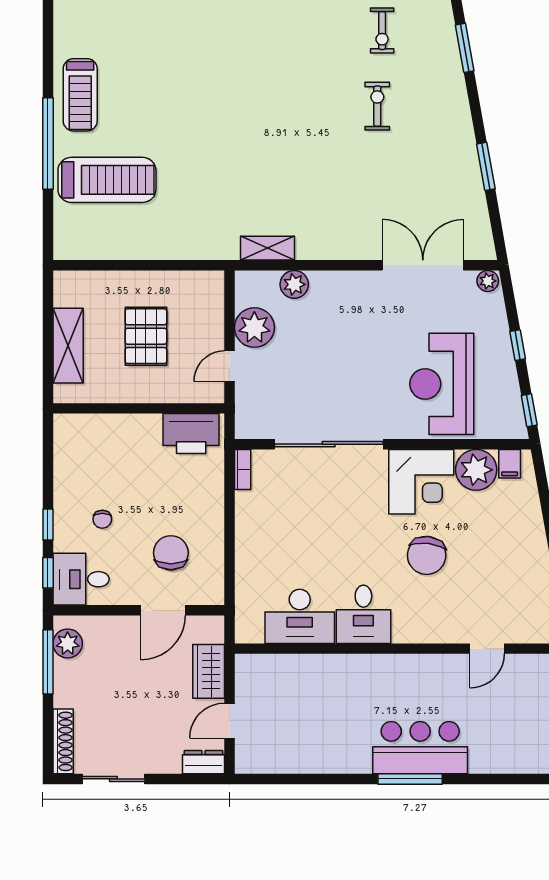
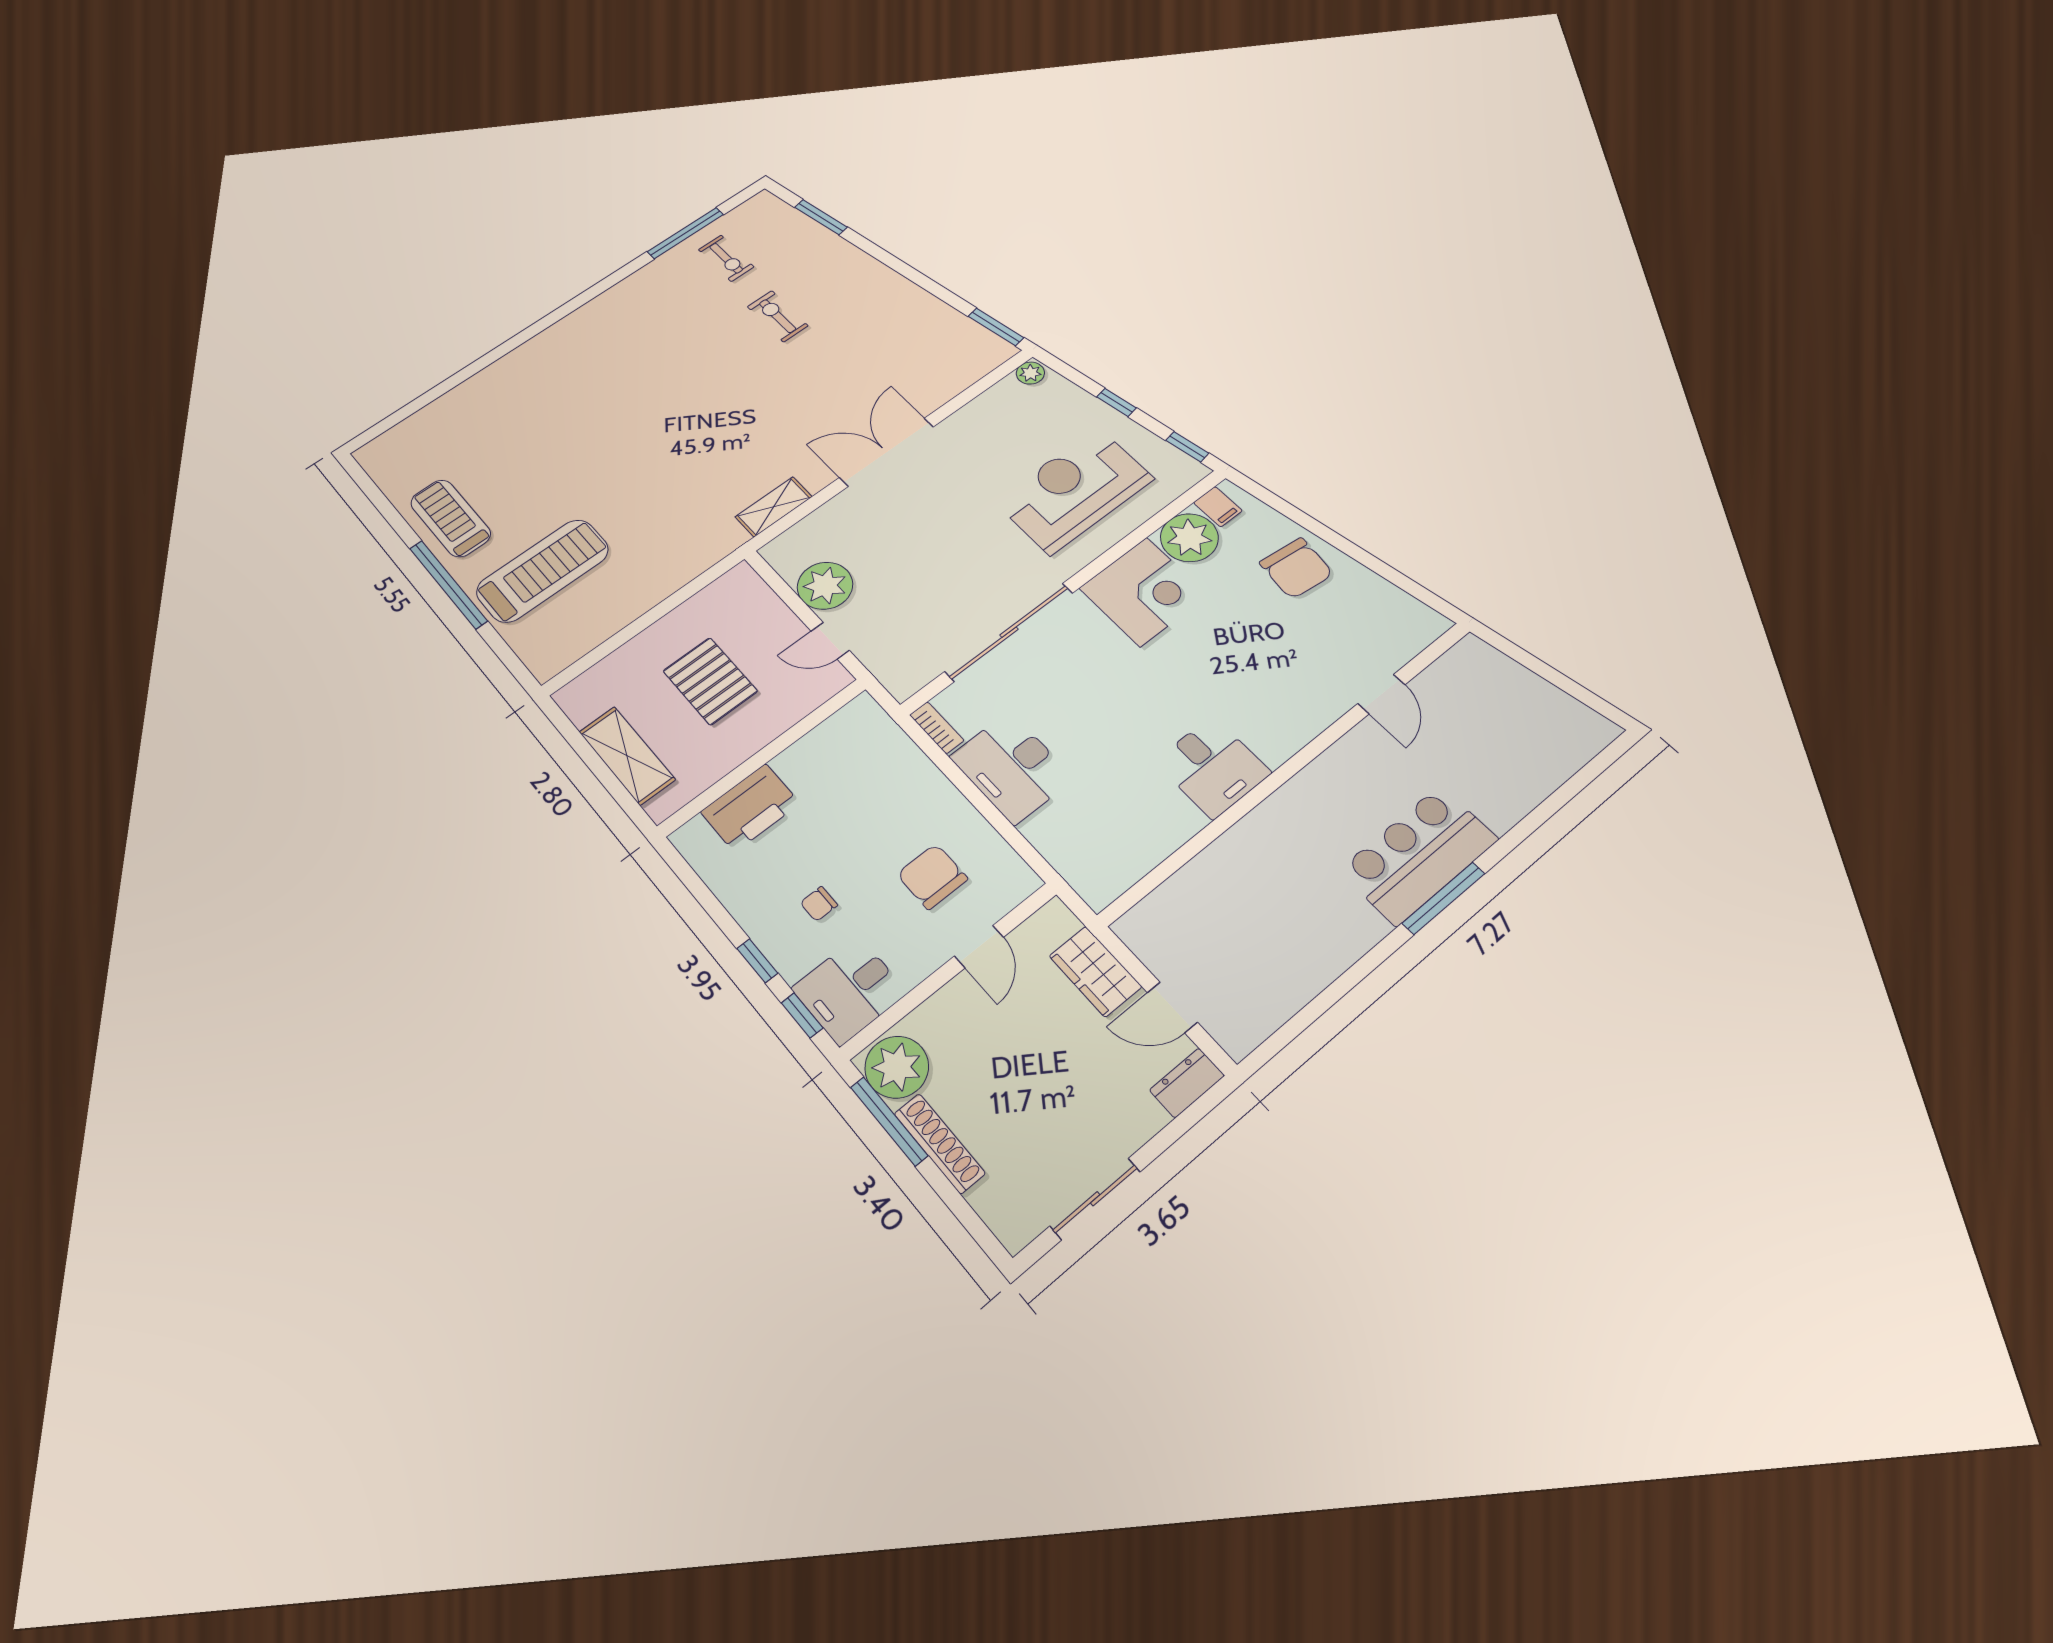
treadmill: (80, 95) -> (451, 518), turned 180
window: (486, 166) -> (996, 327), moved
double door: (423, 265) -> (887, 452), moved
plant: (294, 284) -> (832, 517), removed
door: (229, 366) -> (830, 641), hinge flipped
reception desk: (442, 384) -> (1074, 490), turned 90
printer: (191, 433) -> (750, 808), moved
chair: (102, 519) -> (819, 904), turned 90
chair: (427, 555) -> (1296, 568), moved
door: (163, 610) -> (979, 947), width x0.73
desk: (300, 616) -> (1012, 767), moved, turned 90
plant: (68, 643) -> (897, 1067), width x1.36, depth x1.36
door: (229, 721) -> (1172, 1008), hinge flipped
shoe rack: (63, 741) -> (939, 1143), moved

